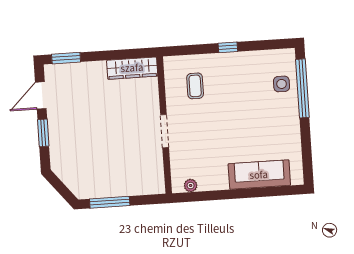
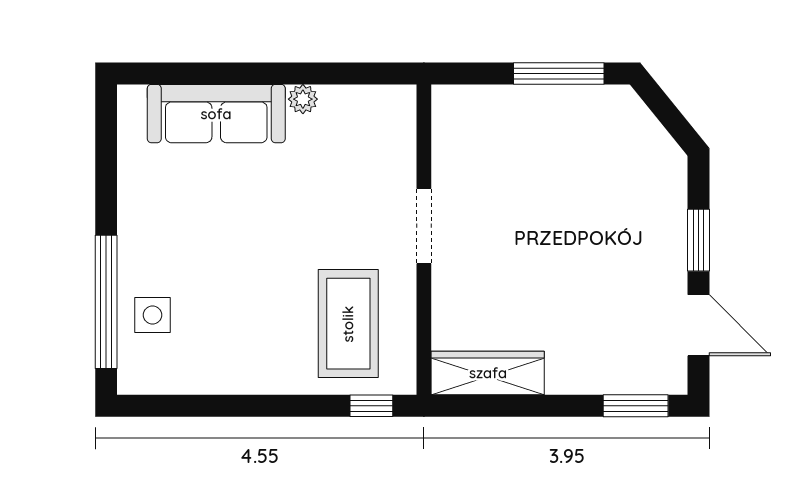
window: (228, 47) -> (371, 406), moved
coffee table: (195, 86) -> (348, 324), width x1.86, depth x1.72
door: (41, 95) -> (698, 325), hinge flipped
plant: (191, 185) -> (303, 99), moved

